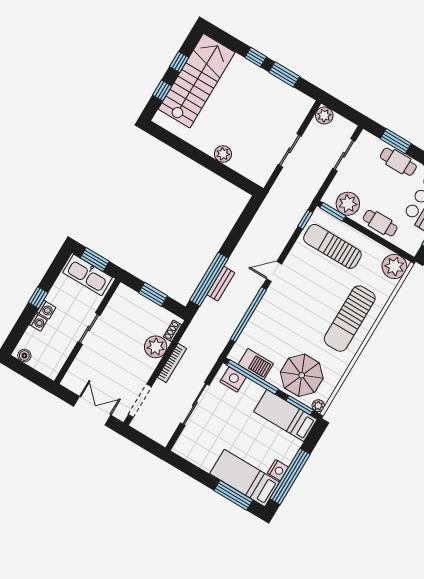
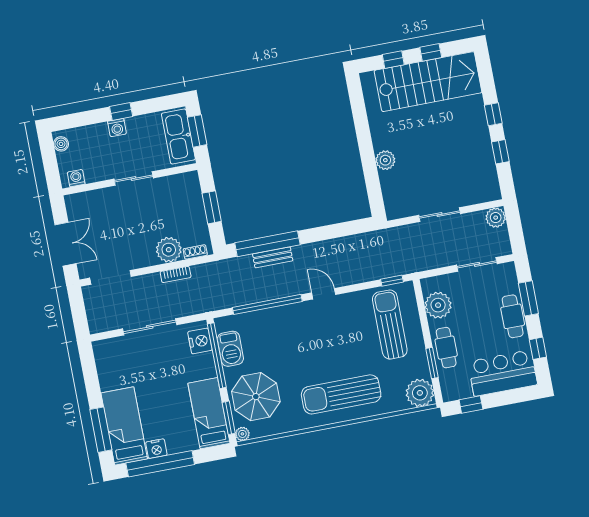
window: (284, 74) -> (500, 152), width x0.67
window: (333, 212) -> (432, 363), moved
washing machine: (38, 322) -> (76, 178), moved, turned 180
bookcase: (172, 363) -> (176, 274), width x0.64

